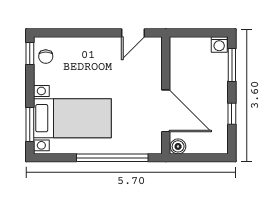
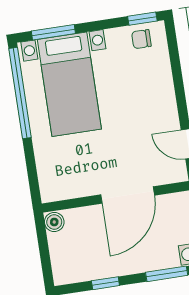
door: (166, 111) -> (128, 195), moved
window: (112, 158) -> (20, 93), moved

